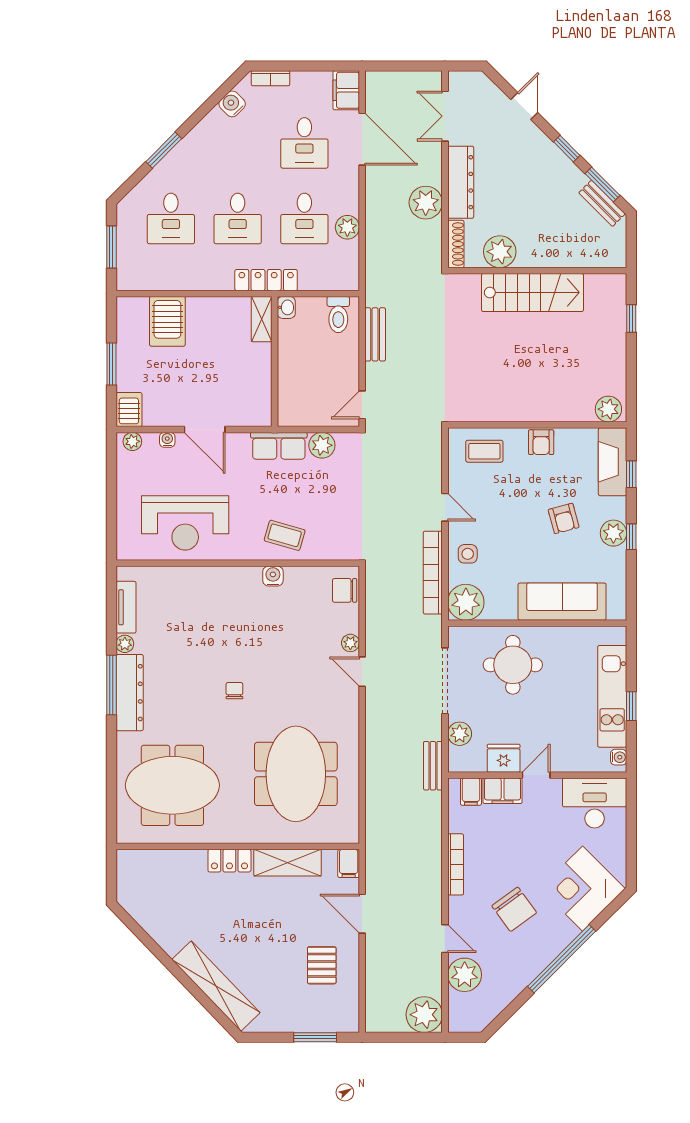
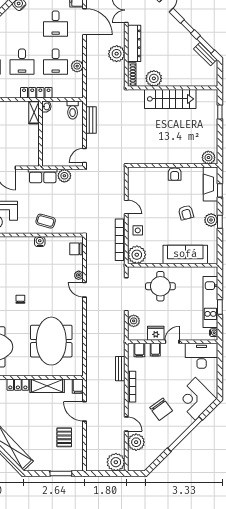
coffee table: (484, 451) -> (146, 179), removed
bench: (433, 766) -> (120, 369), moved
filing cabinet: (503, 791) -> (155, 350), width x0.50

